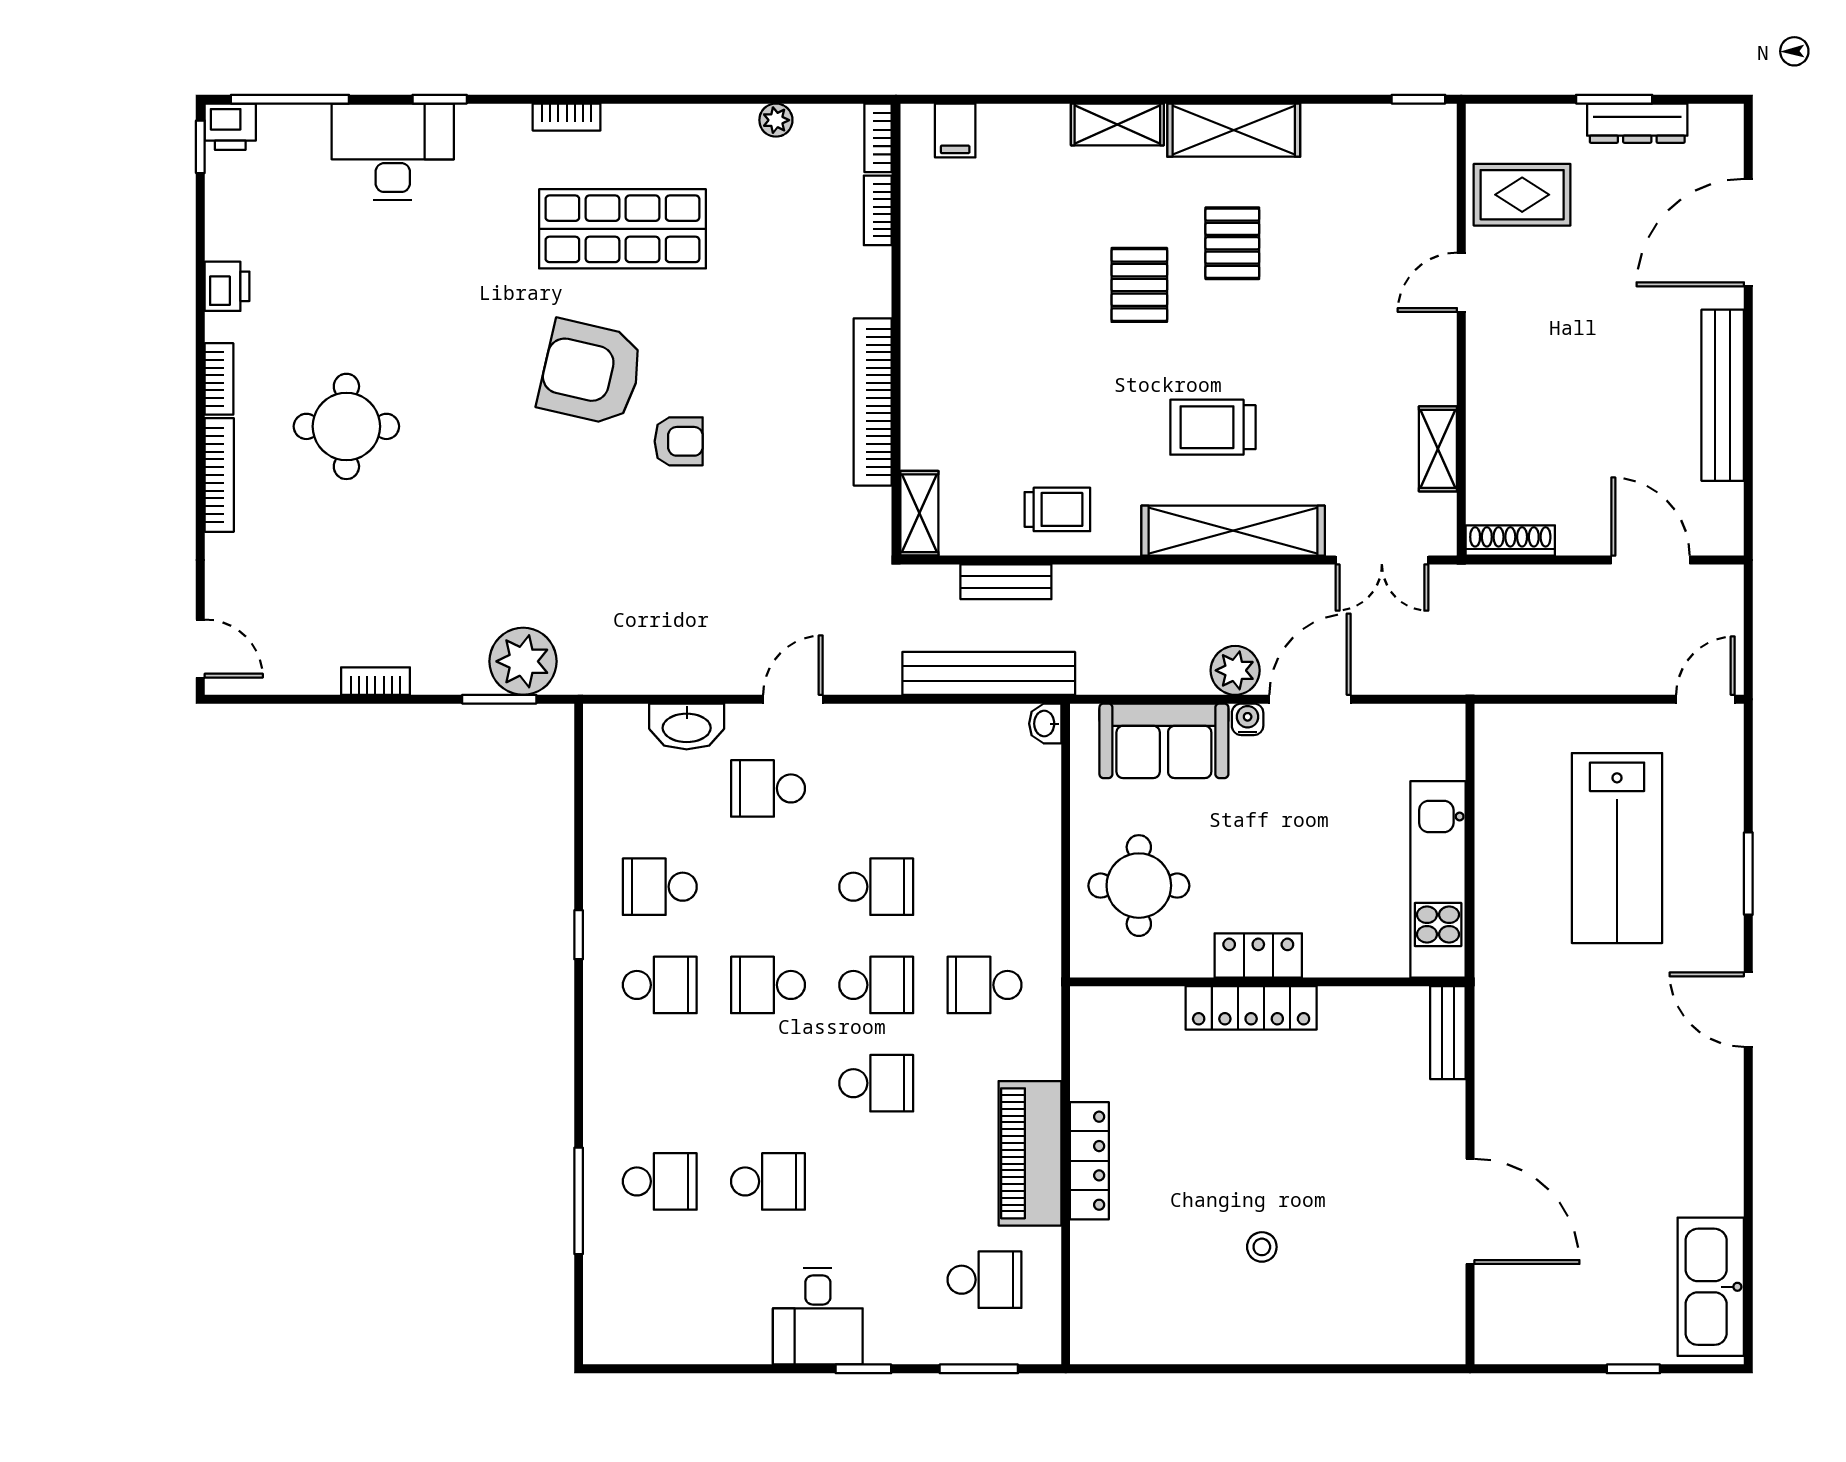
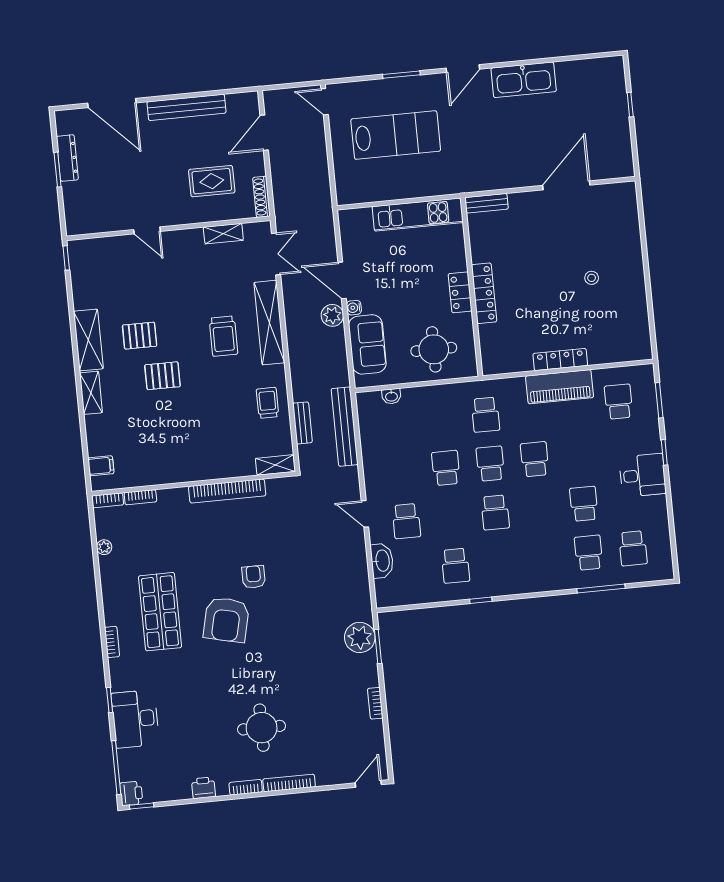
rug: (1522, 195) -> (212, 181), moved, turned 90
washbasin: (1045, 724) -> (391, 396), moved
school desk: (660, 985) -> (633, 548), moved, turned 180
kitchen sink: (1711, 1287) -> (524, 80), moved

